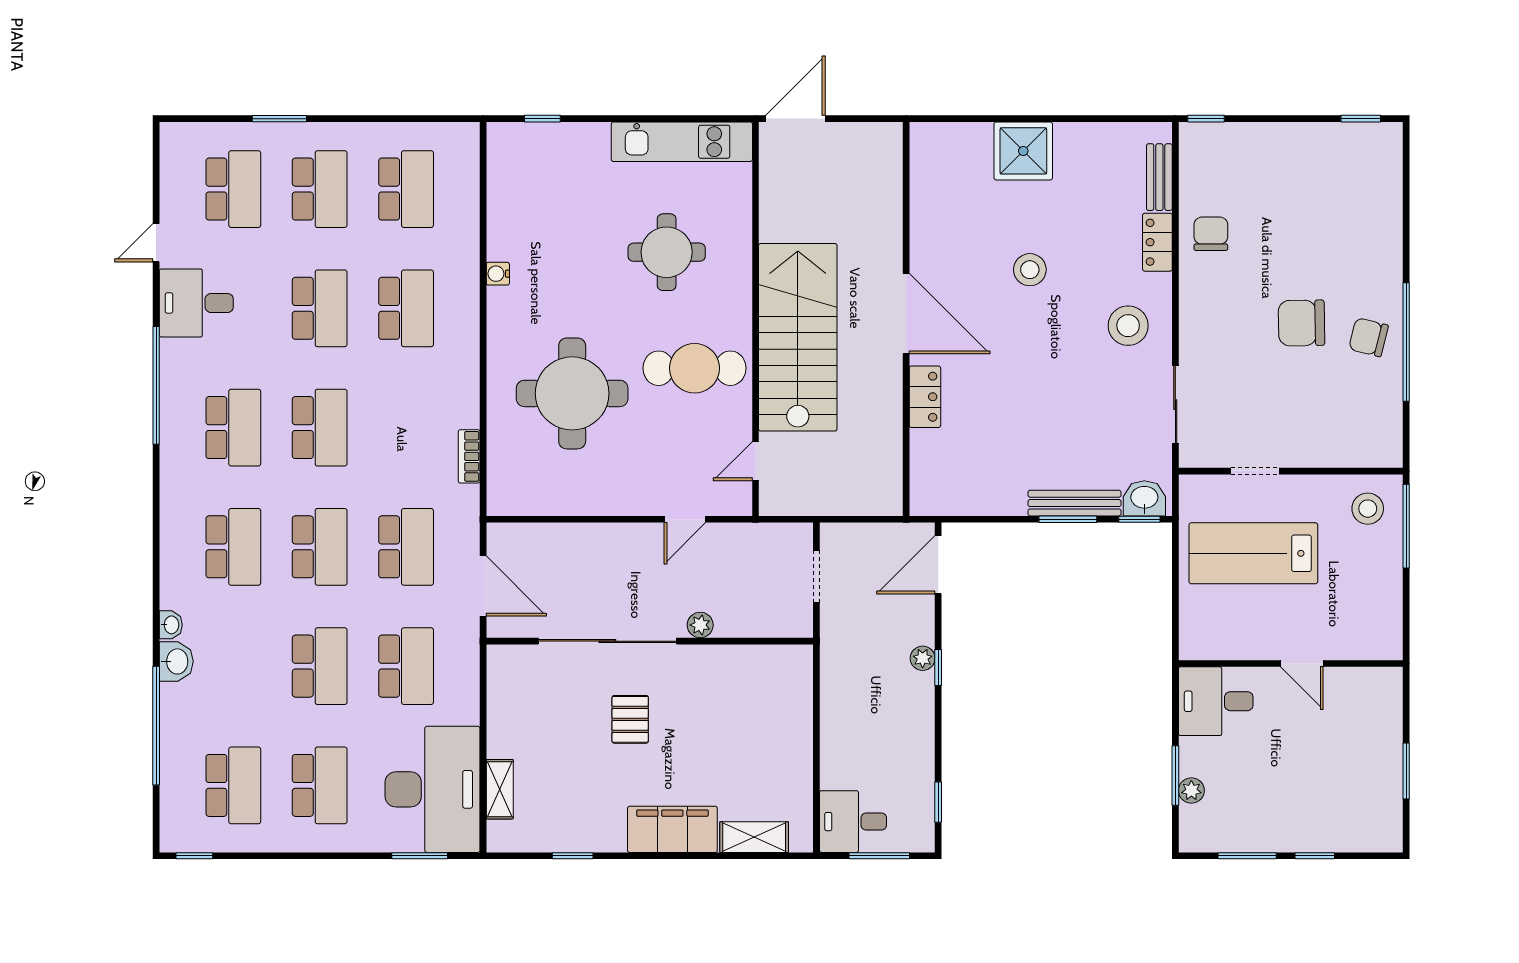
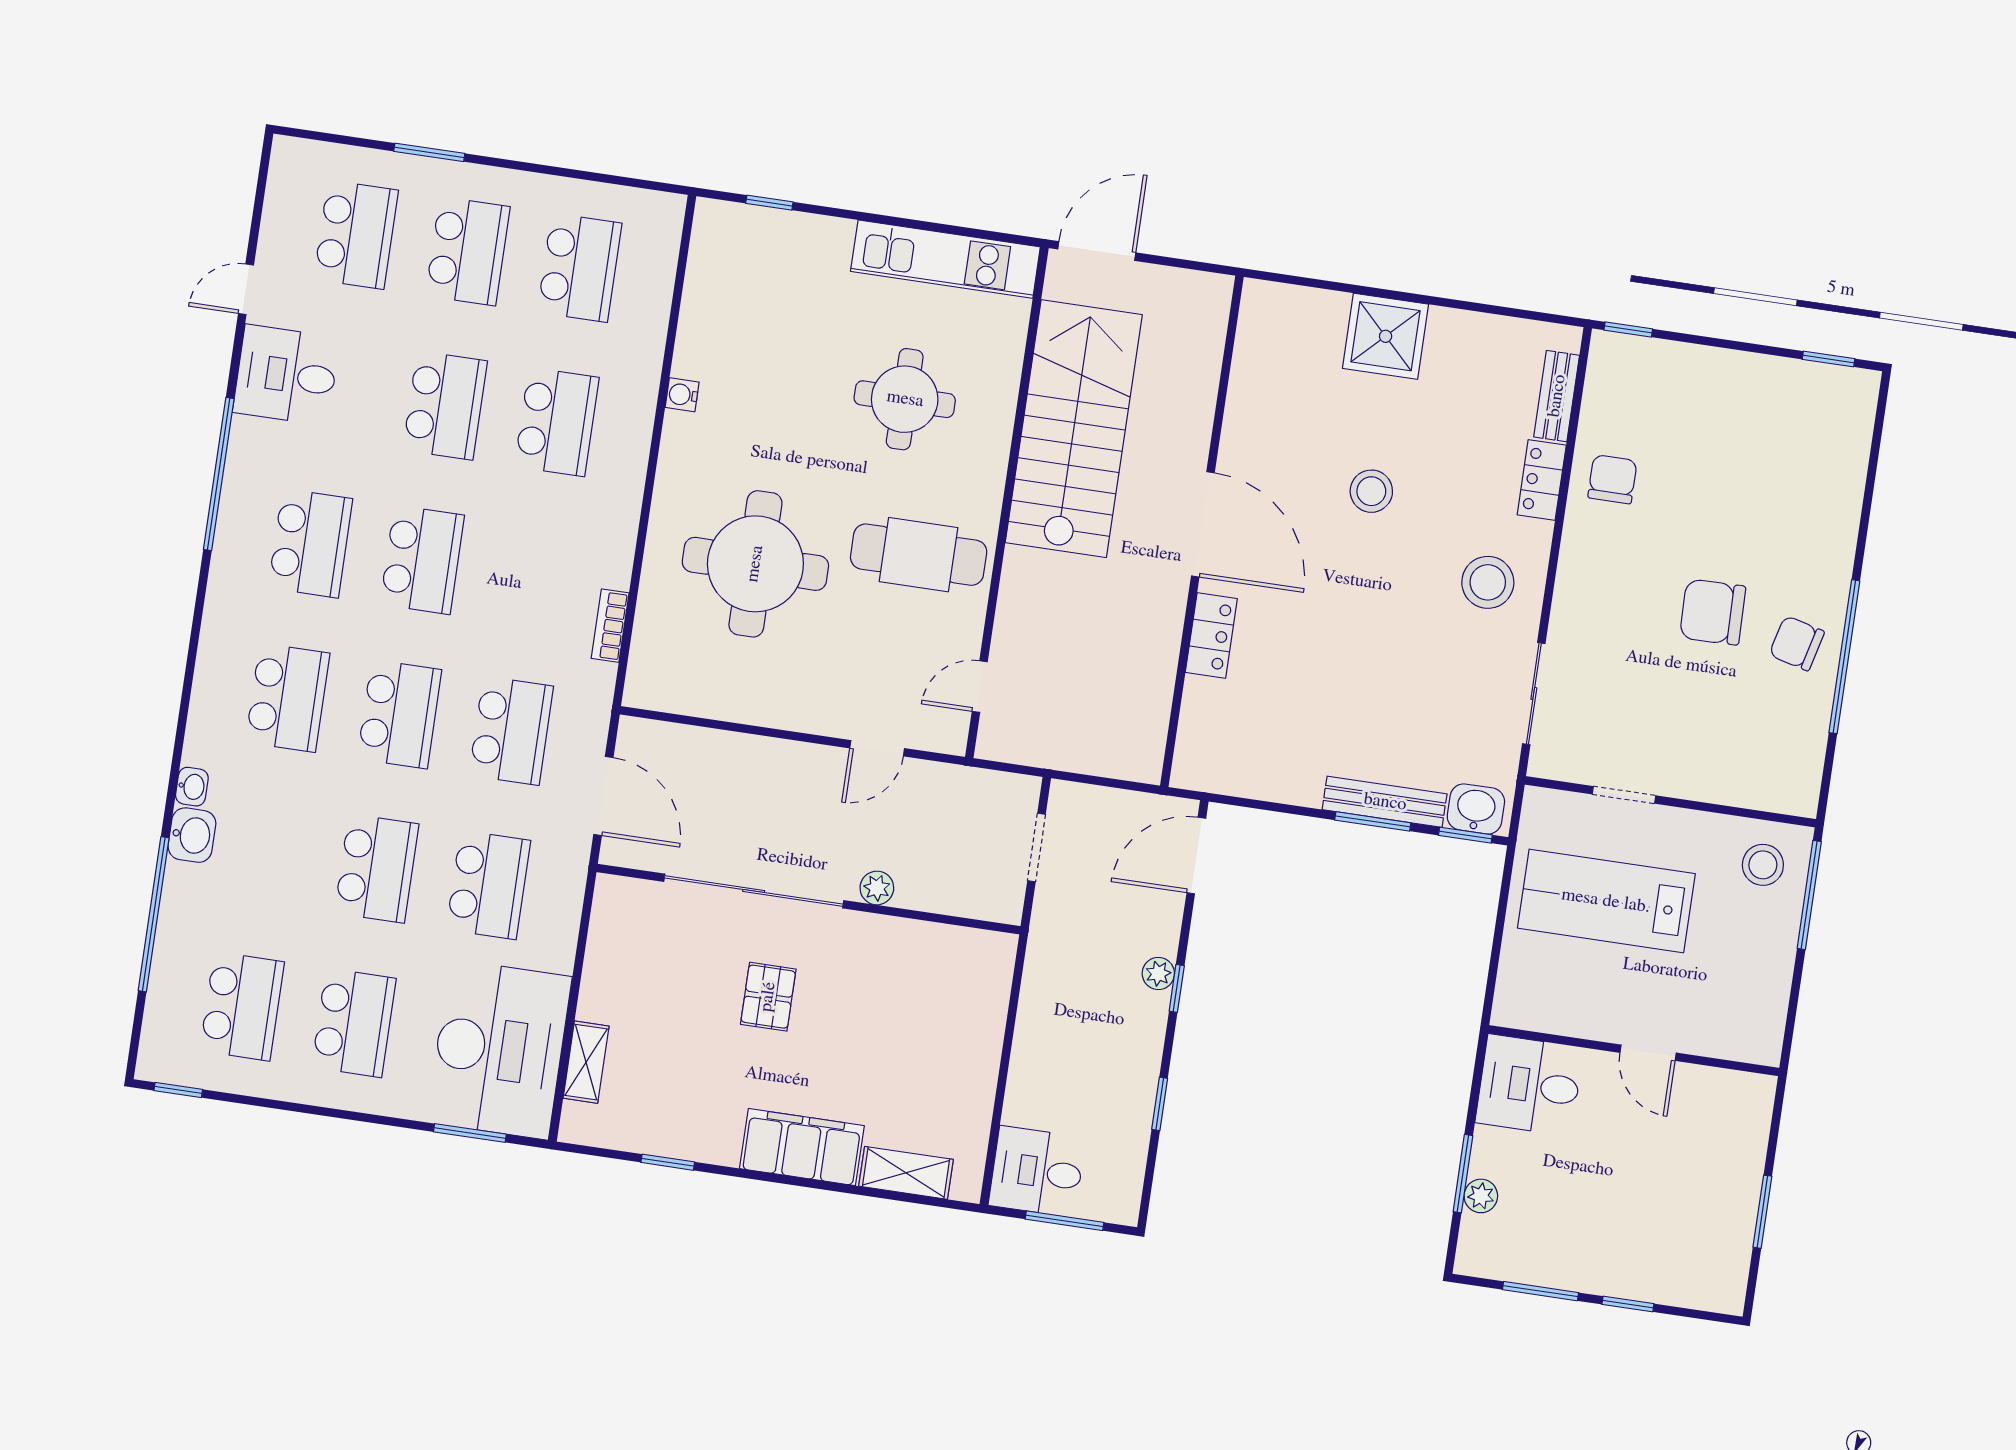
stairs: (798, 337) -> (1074, 429), moved
window: (938, 802) -> (1160, 1104), moved

